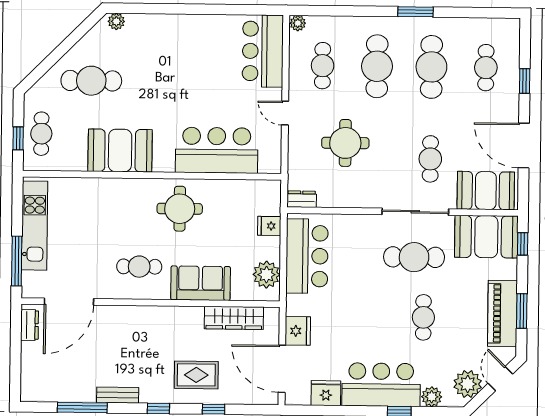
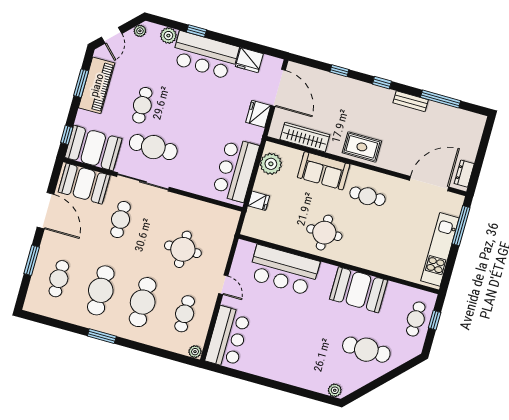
window: (525, 81) -> (32, 260), width x1.50
dresser: (302, 199) -> (228, 215), removed
cafe table: (423, 317) -> (142, 105), moved
rug: (196, 375) -> (362, 147), moved
plant: (468, 384) -> (140, 31), width x0.53, depth x0.53

